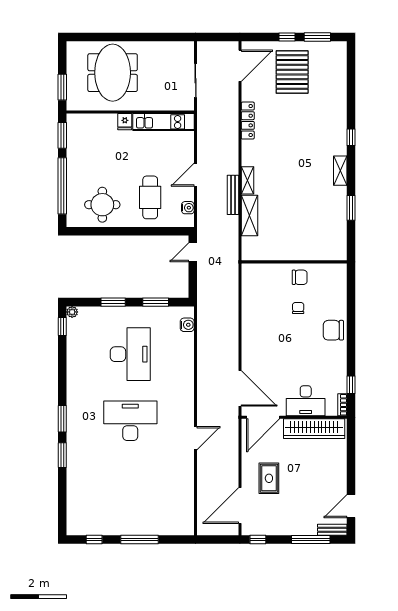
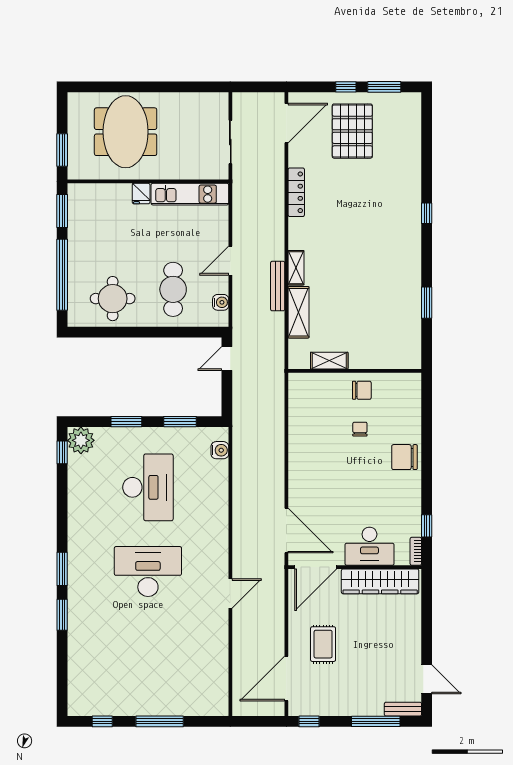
shelving: (340, 171) -> (329, 361), moved, turned 90
plant: (72, 312) -> (81, 440), width x1.88, depth x1.88
door: (351, 506) -> (427, 679), swing flipped

